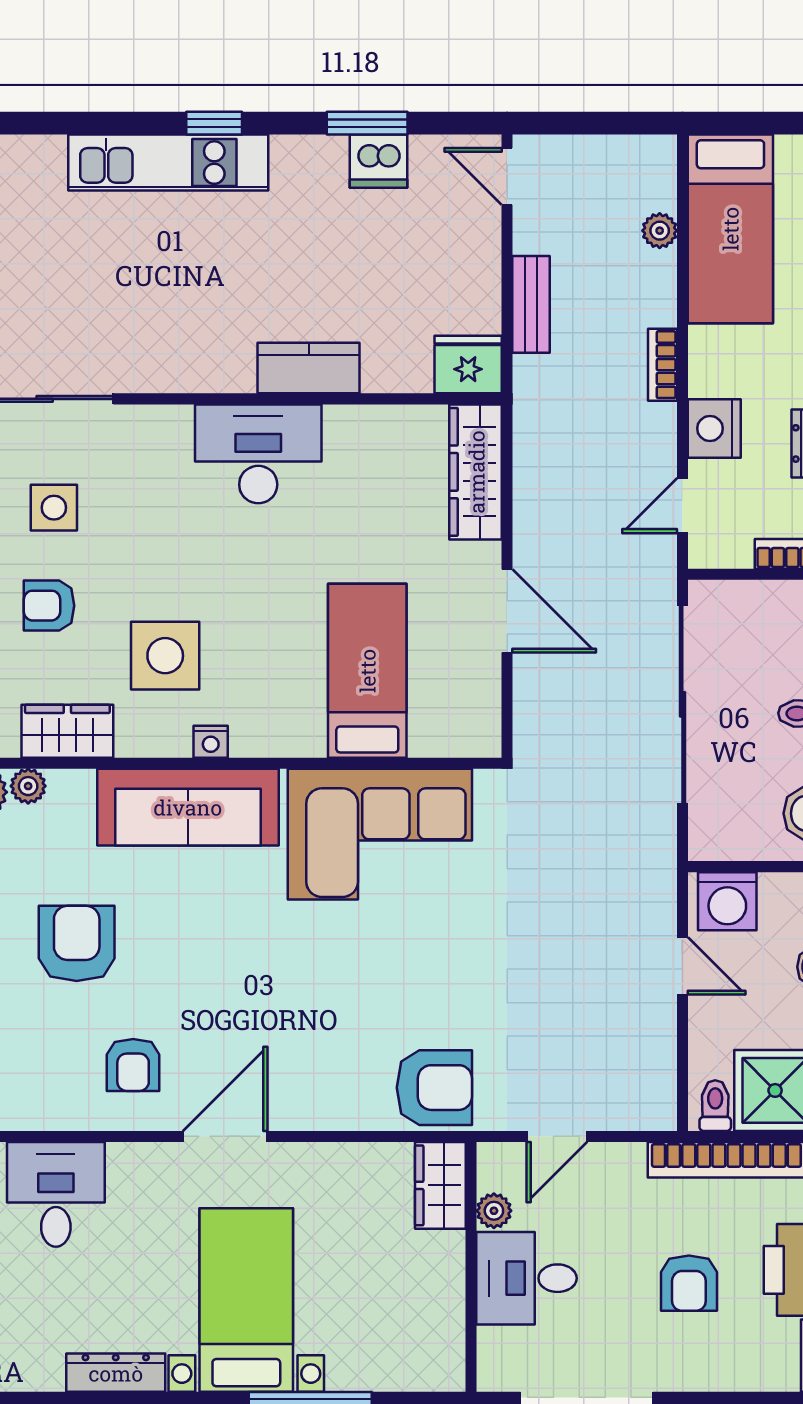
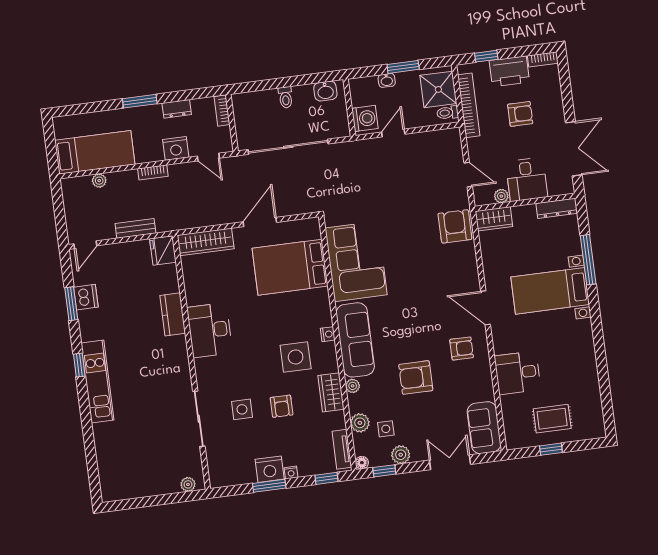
bed: (367, 671) -> (290, 267), width x1.50
plant: (28, 786) -> (353, 386), moved
dresser: (116, 1373) -> (557, 208), moved, turned -90

